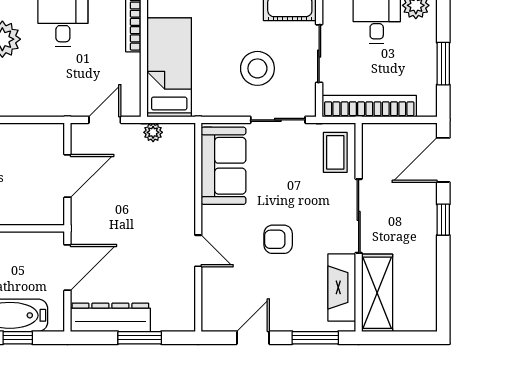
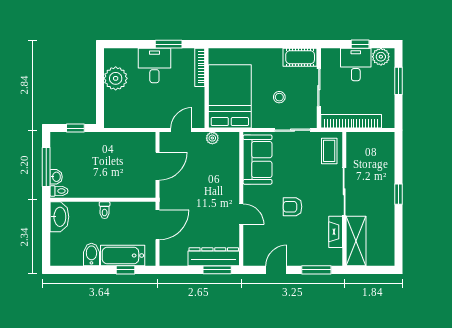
window: (443, 64) -> (398, 81), moved
bed: (169, 67) -> (230, 96), width x1.50
stool: (257, 68) -> (279, 97), width x0.53, depth x0.53
door: (443, 160) -> (398, 156), removed
fireplace: (342, 287) -> (336, 232), width x0.73, depth x0.76
dresser: (110, 317) -> (214, 257), moved
window: (140, 338) -> (217, 270), moved

